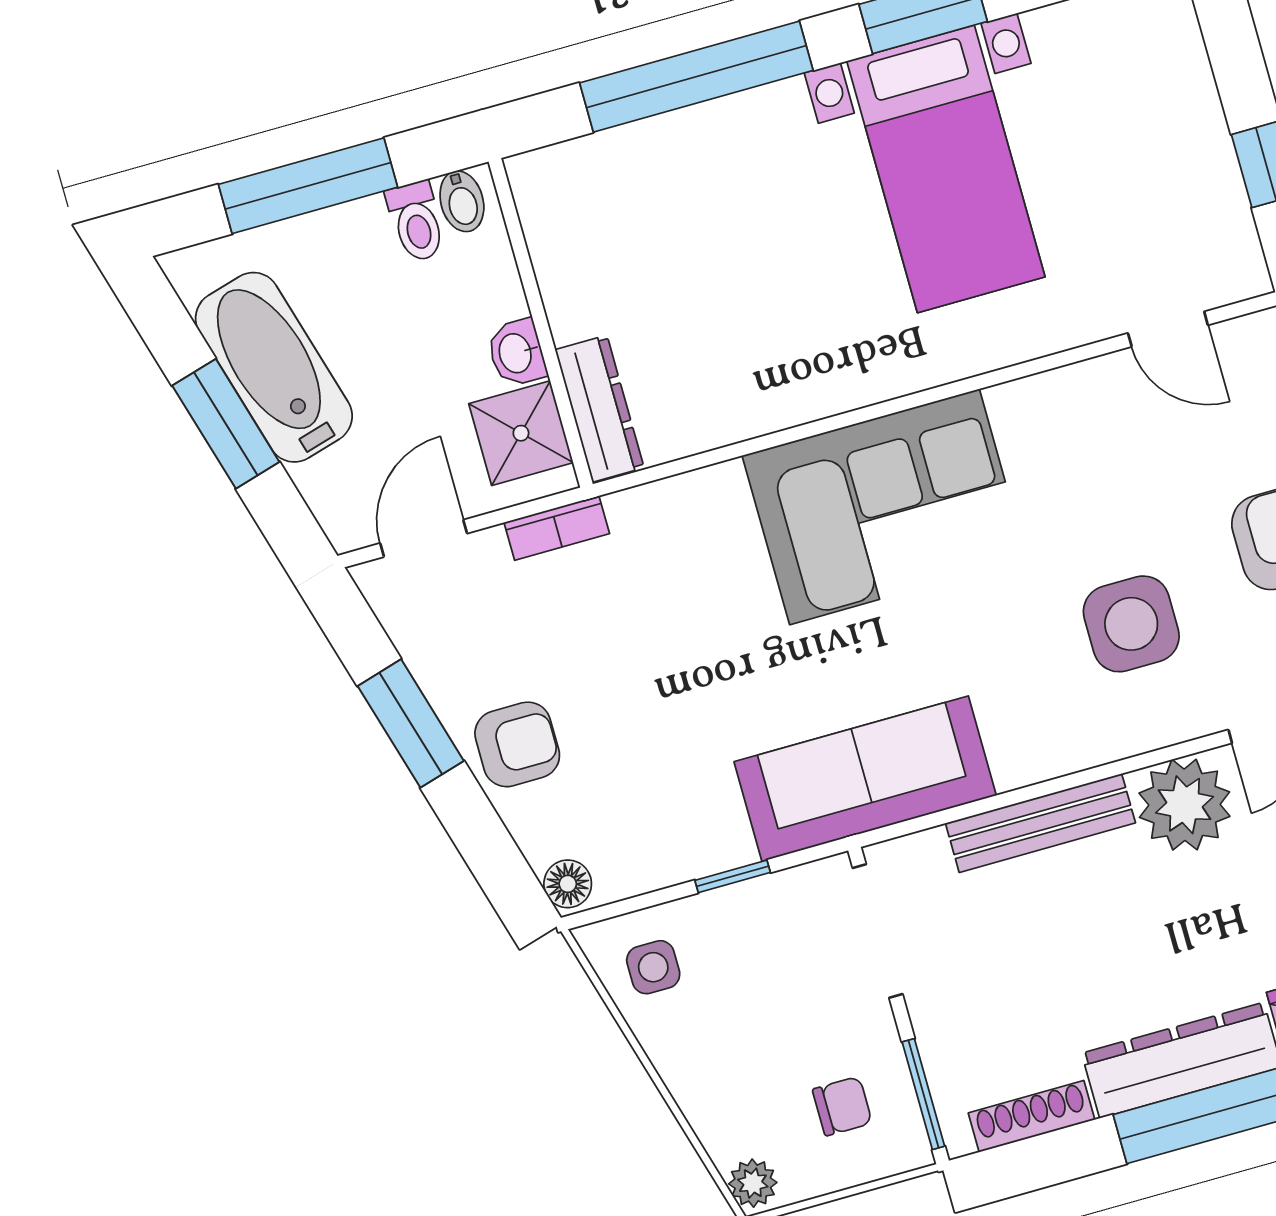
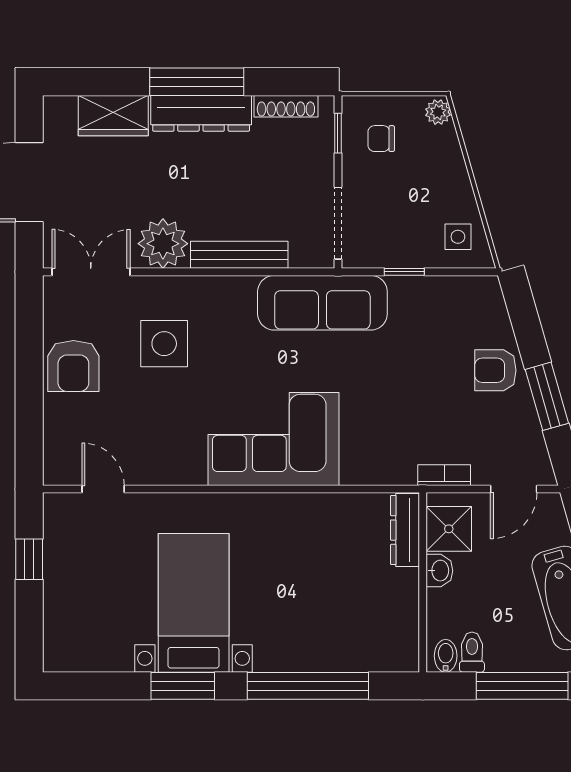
floor lamp: (568, 884) -> (490, 292), removed
window: (923, 1094) -> (338, 133), width x0.67

